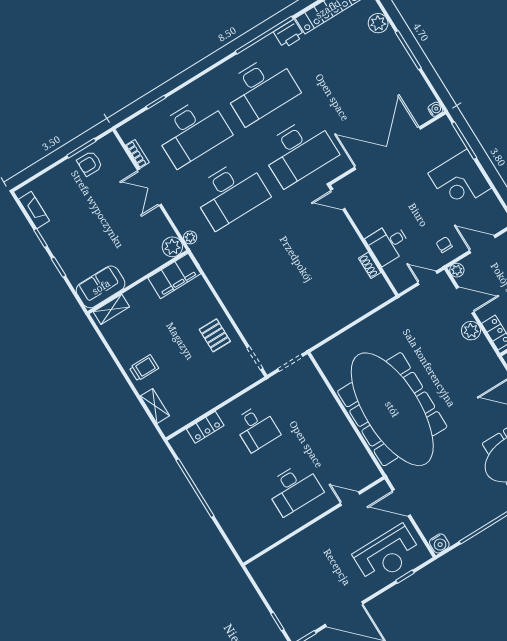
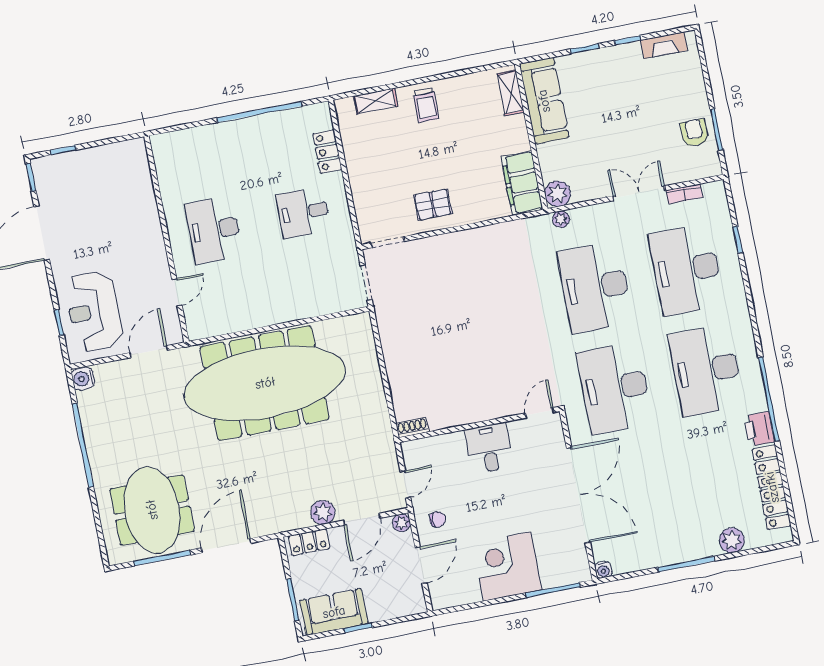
desk: (388, 244) -> (489, 448), moved
shoe rack: (370, 265) -> (412, 428), moved
sofa: (101, 287) -> (544, 101), width x1.36

